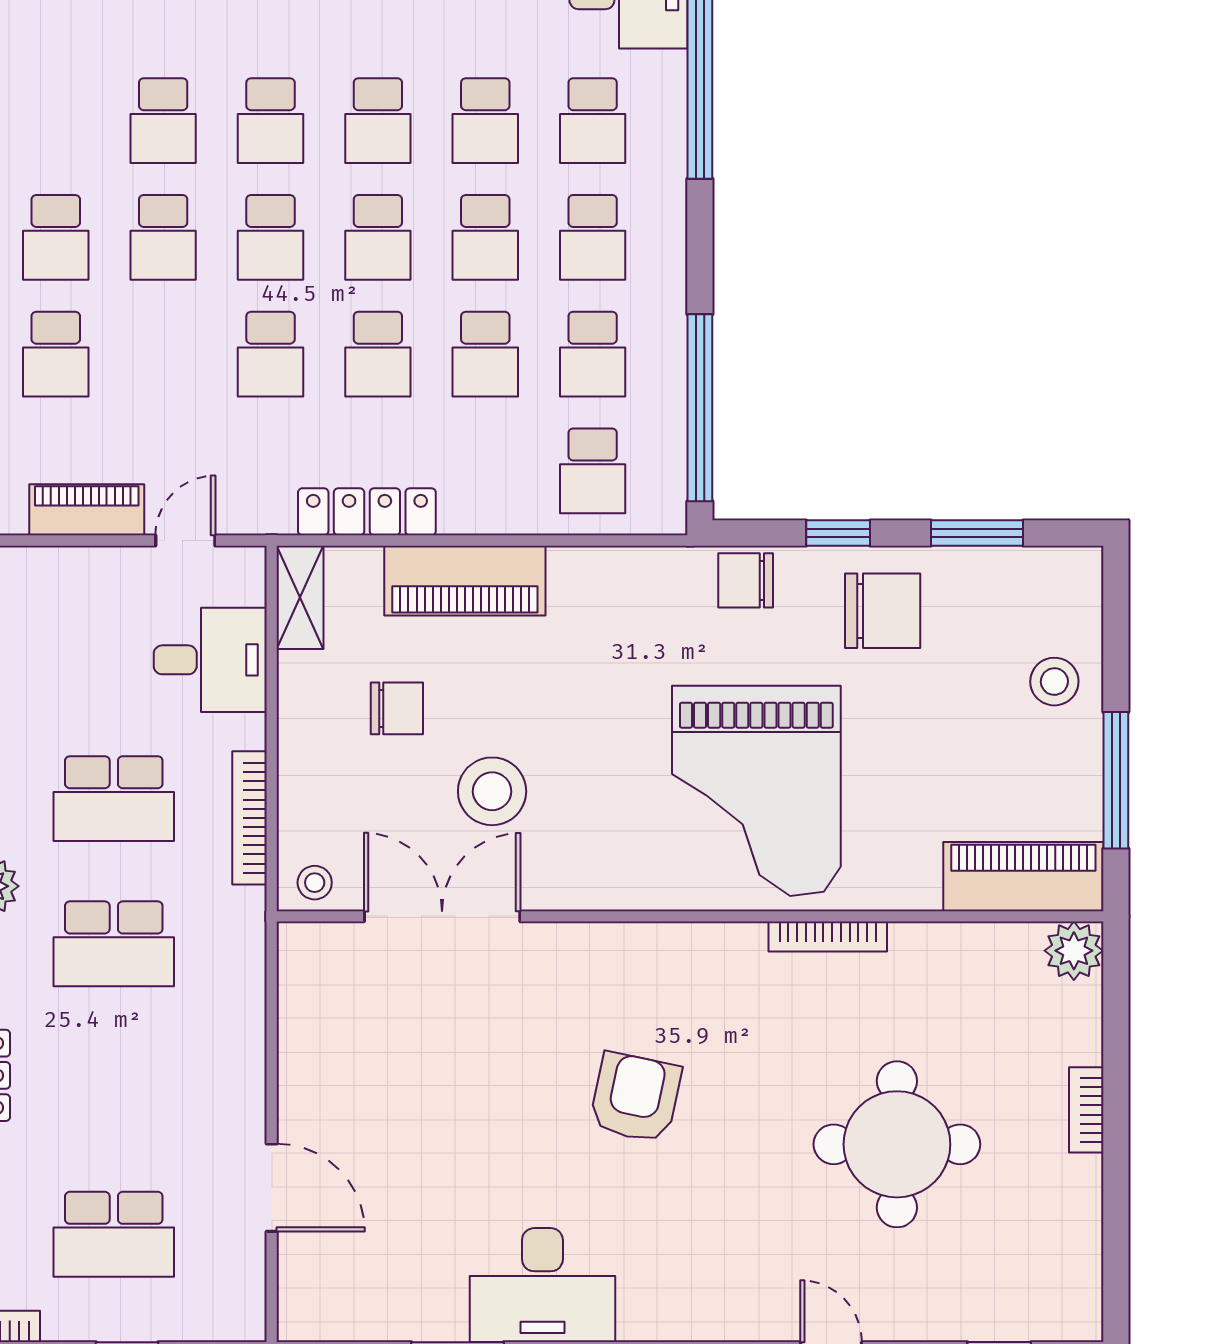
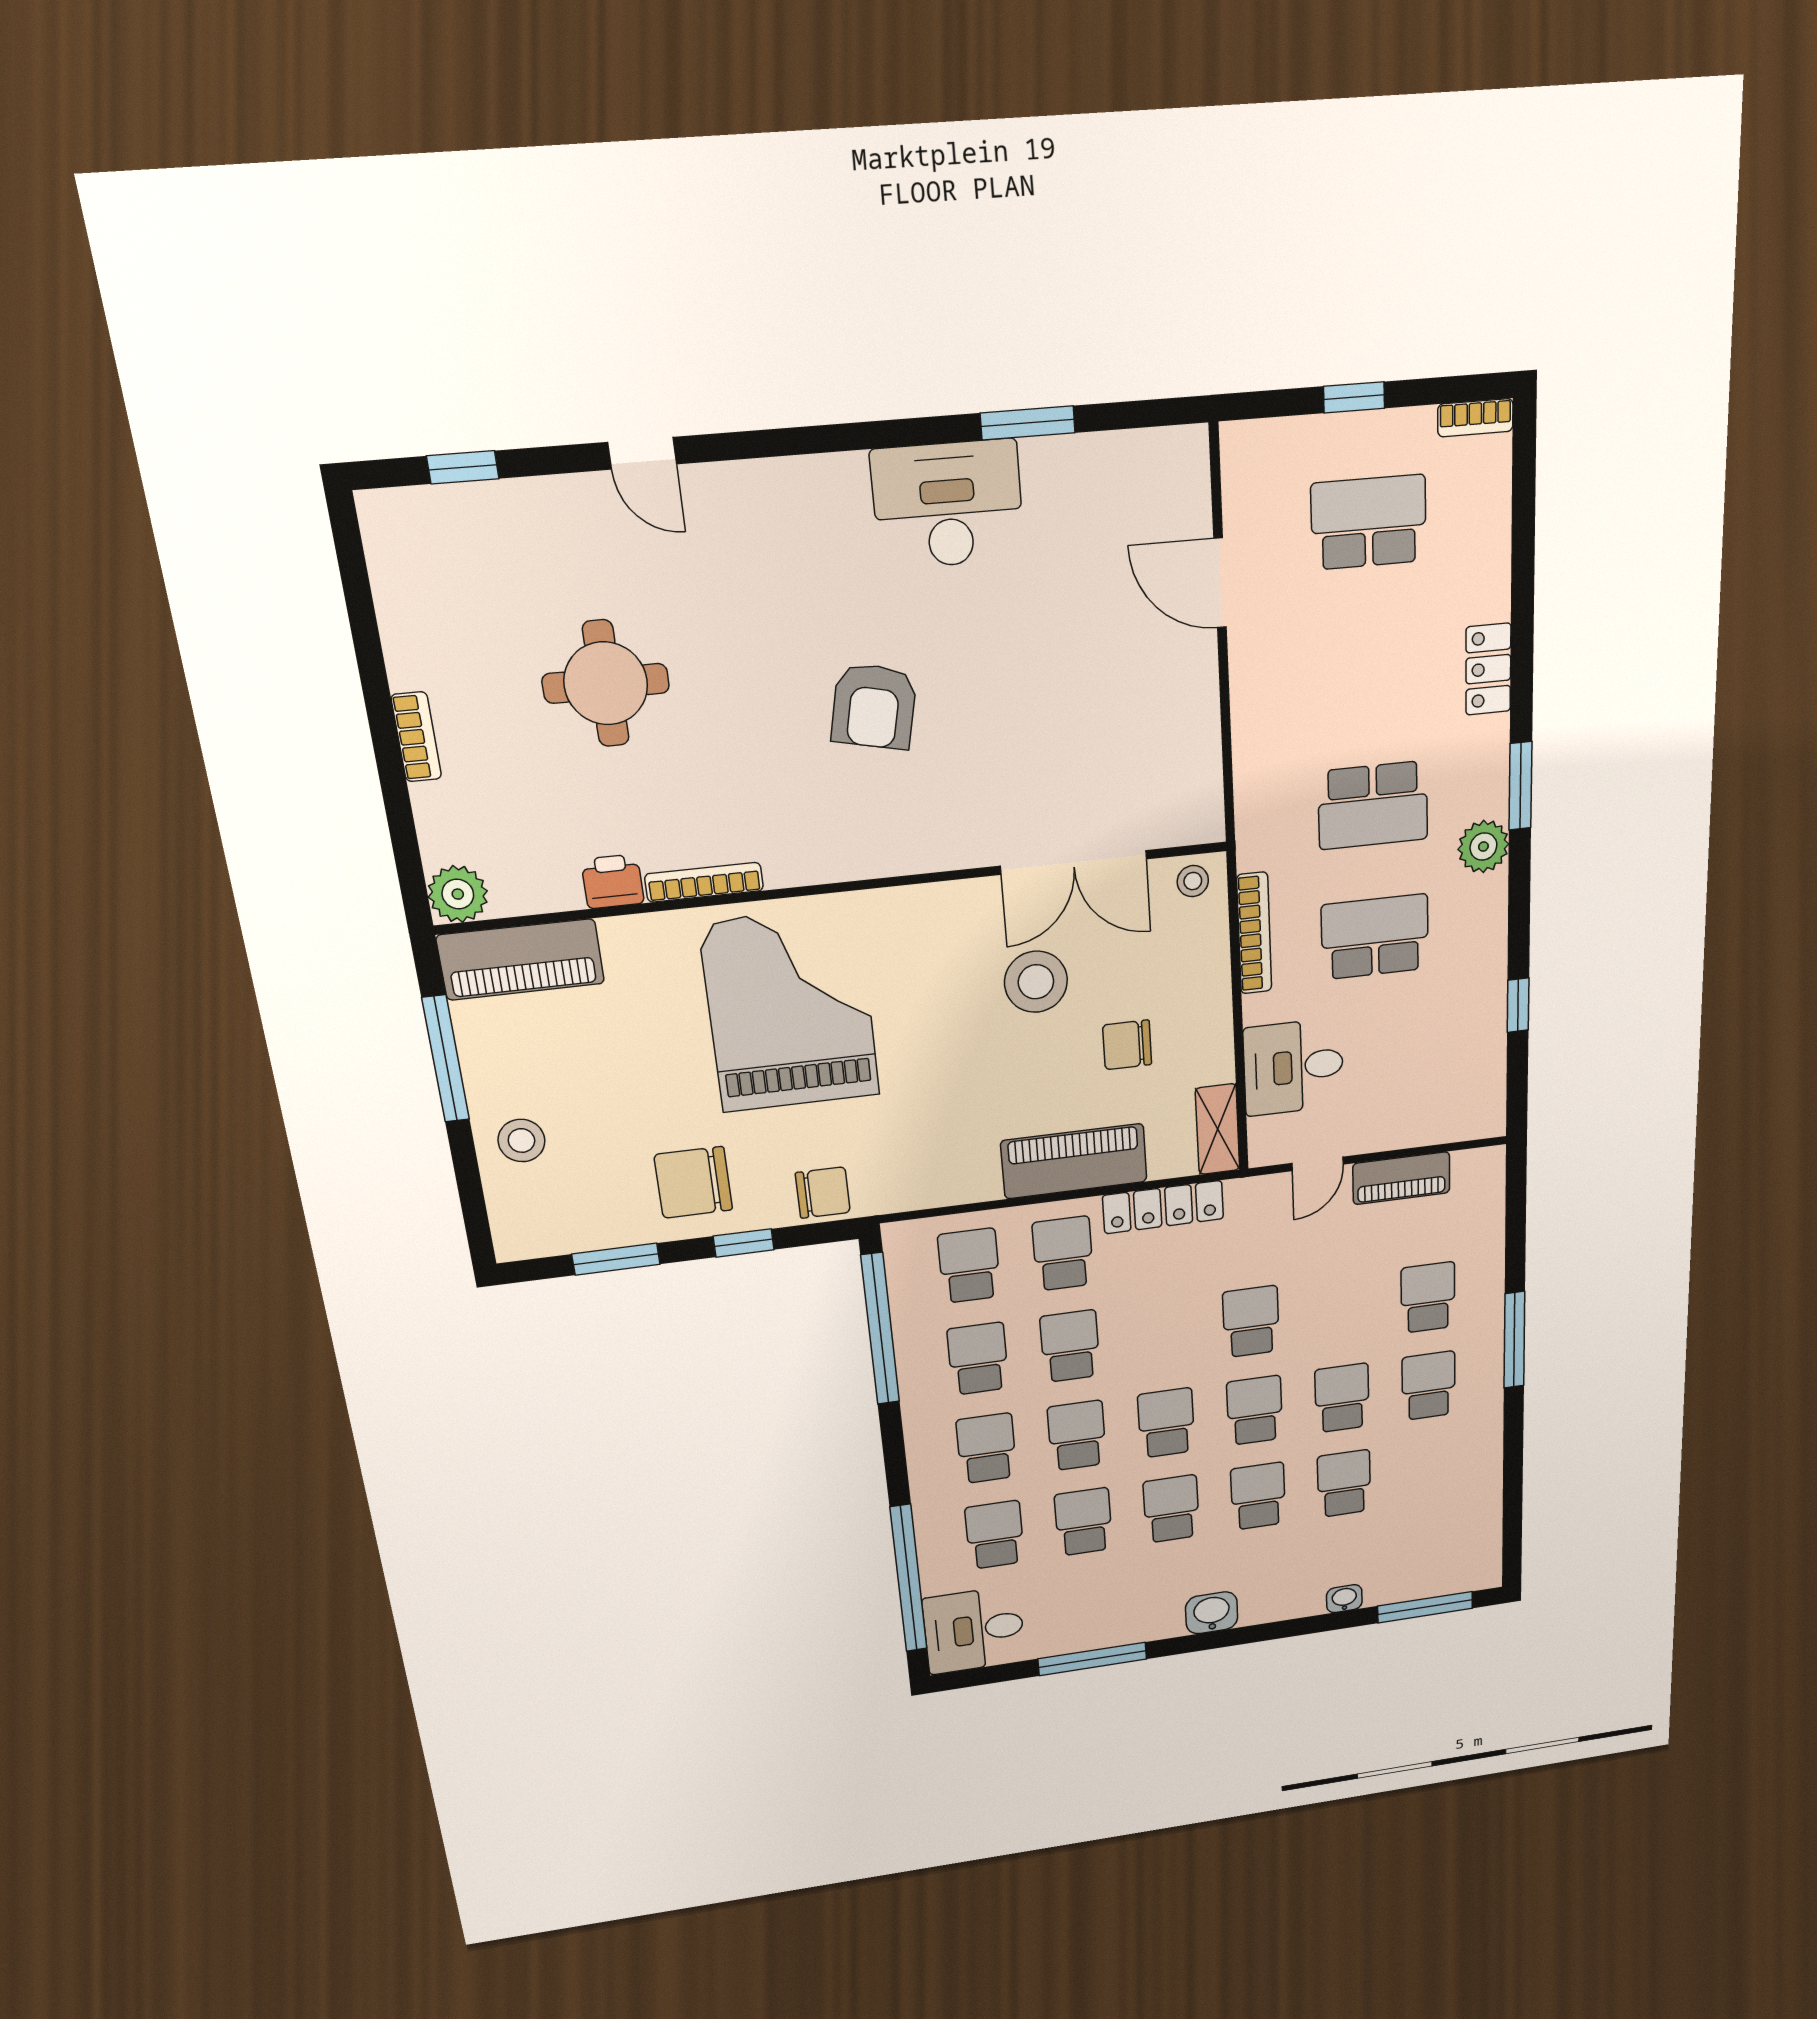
school desk: (378, 354) -> (1063, 1254), moved
school desk: (114, 944) -> (1373, 805), turned 180
printer: (919, 947) -> (613, 881), added
round table: (897, 1144) -> (606, 683), width x0.73, depth x0.73

